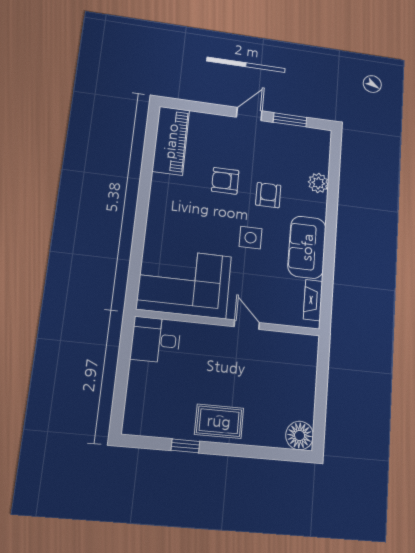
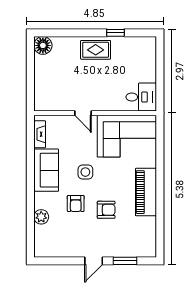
window: (290, 120) -> (125, 261), moved
piano: (171, 141) -> (146, 192), moved

